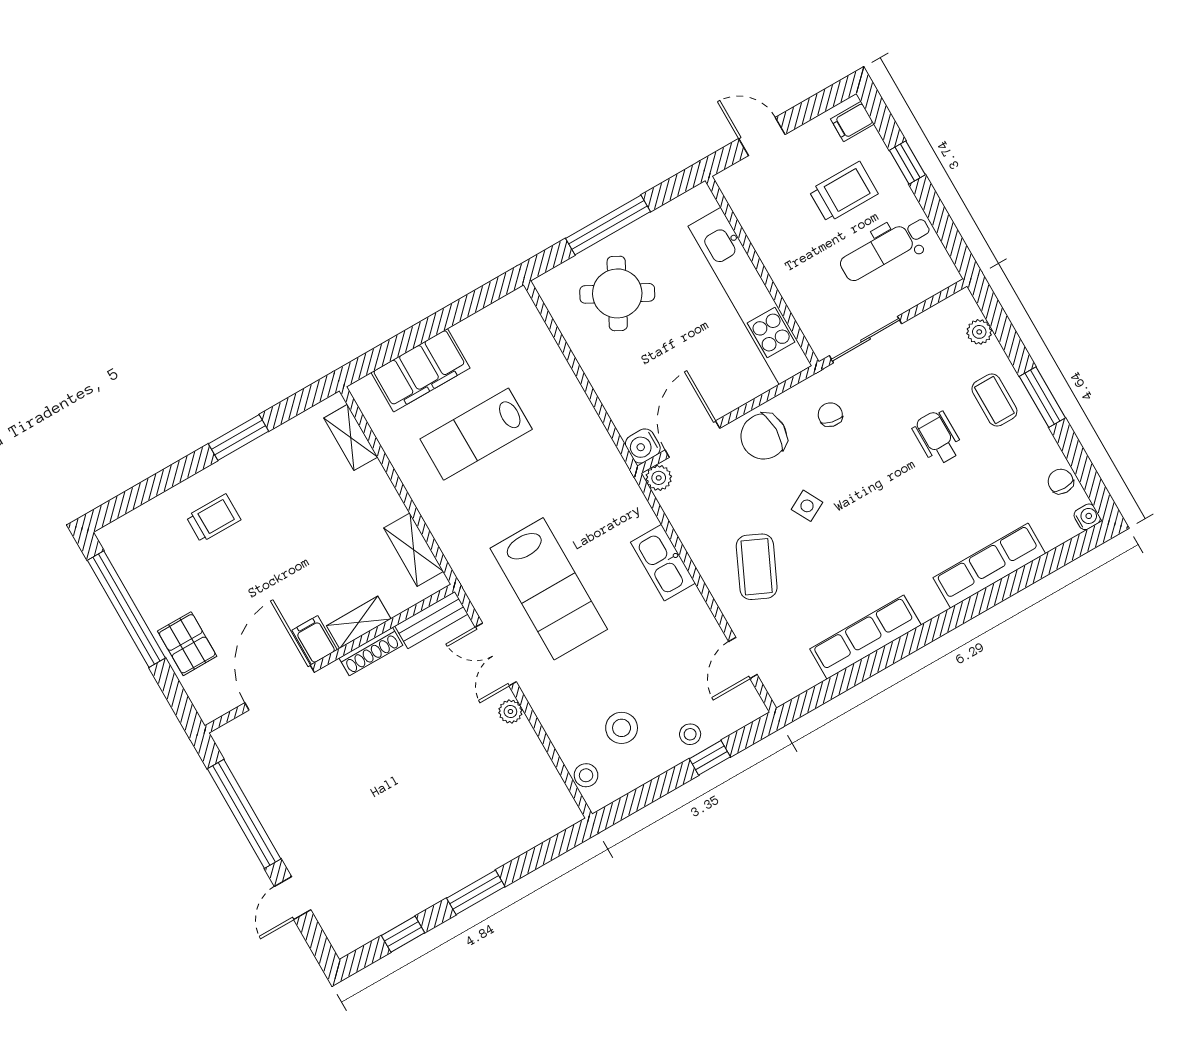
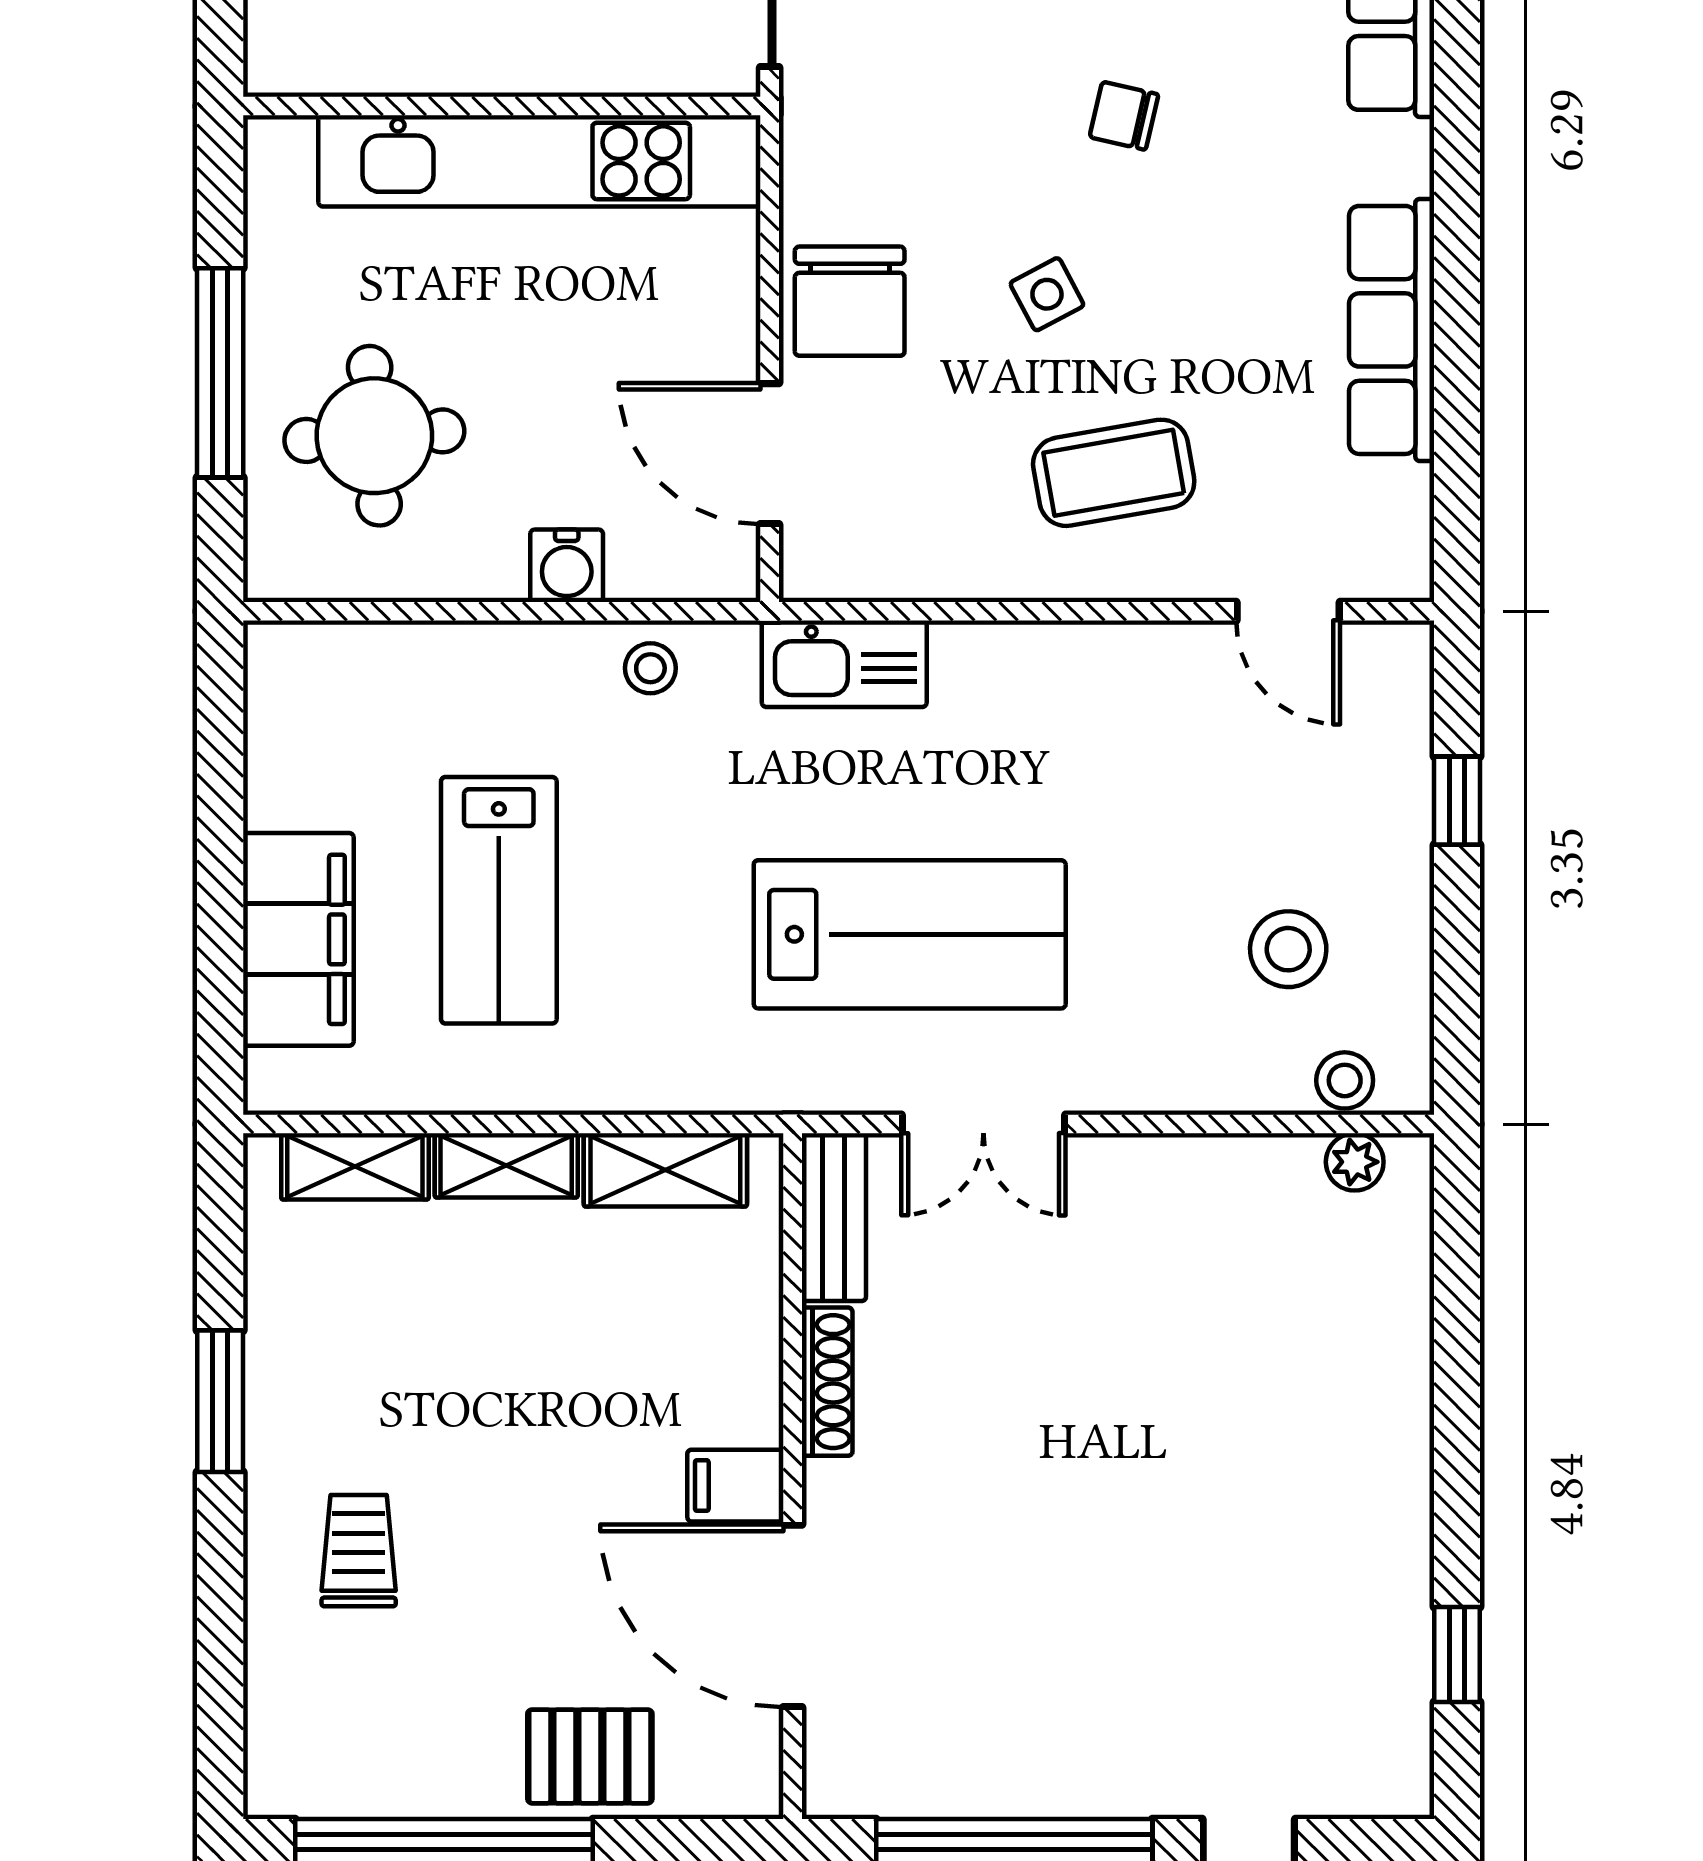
round table: (617, 293) -> (374, 436), turned -32
chair: (830, 415) -> (1124, 116), moved
water cooler: (643, 446) -> (567, 566), moved
plant: (659, 478) -> (810, 571), removed
kitchen sink: (663, 563) -> (844, 664), moved
coffee table: (757, 567) -> (1114, 473), turned -35
shelving: (359, 622) -> (506, 1165), moved, turned 90
plant: (510, 712) -> (1355, 1162), moved
stool: (690, 734) -> (650, 668), moved
window: (476, 892) -> (1457, 1452), removed

